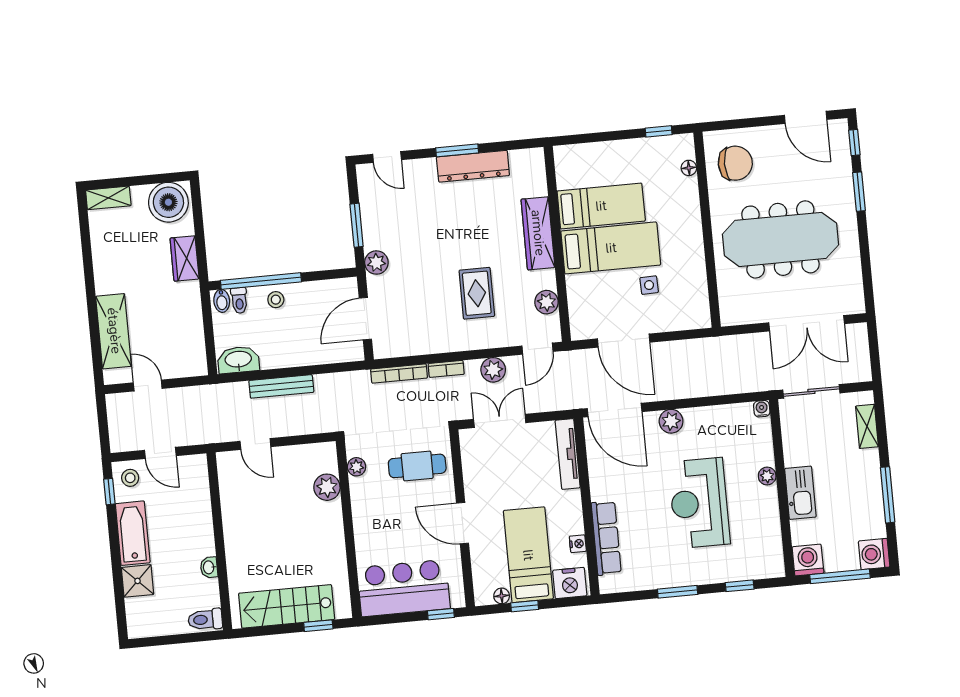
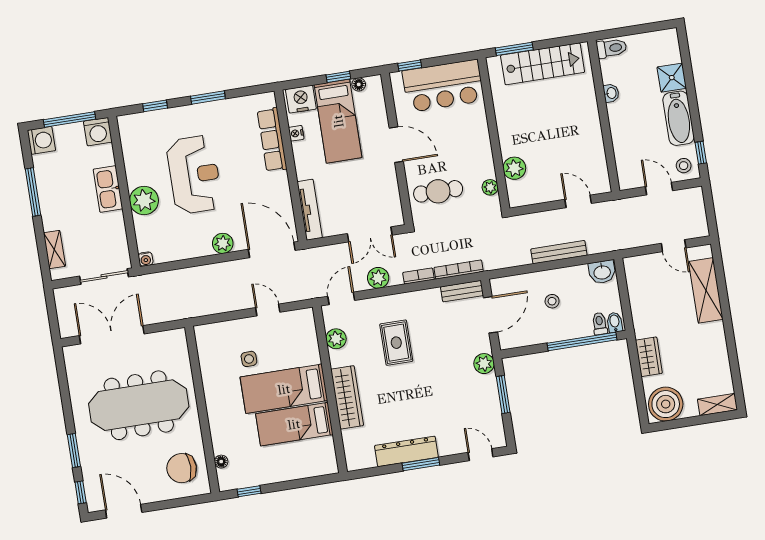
stool: (276, 300) -> (552, 301), moved
door: (624, 341) -> (268, 310), width x0.53
bench: (397, 348) -> (462, 291), added
washbasin: (238, 360) -> (602, 272), width x0.72
plant: (767, 476) -> (144, 201), width x1.88, depth x1.88
window: (318, 626) -> (514, 49), width x1.50

